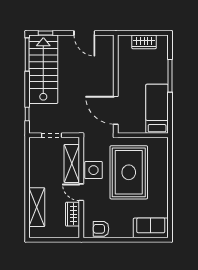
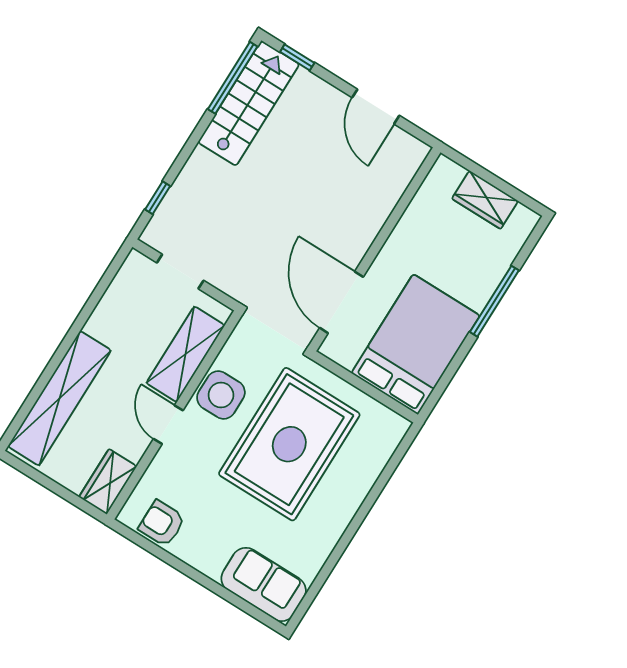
stairs: (43, 69) -> (249, 103), width x0.73, depth x0.66
bed: (157, 109) -> (416, 344), width x1.50
shelving: (37, 207) -> (60, 398), width x1.47
wardrobe: (72, 214) -> (108, 482), moved

